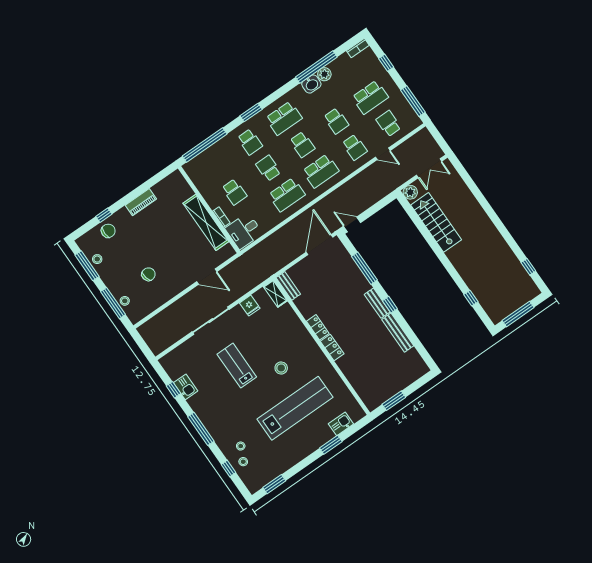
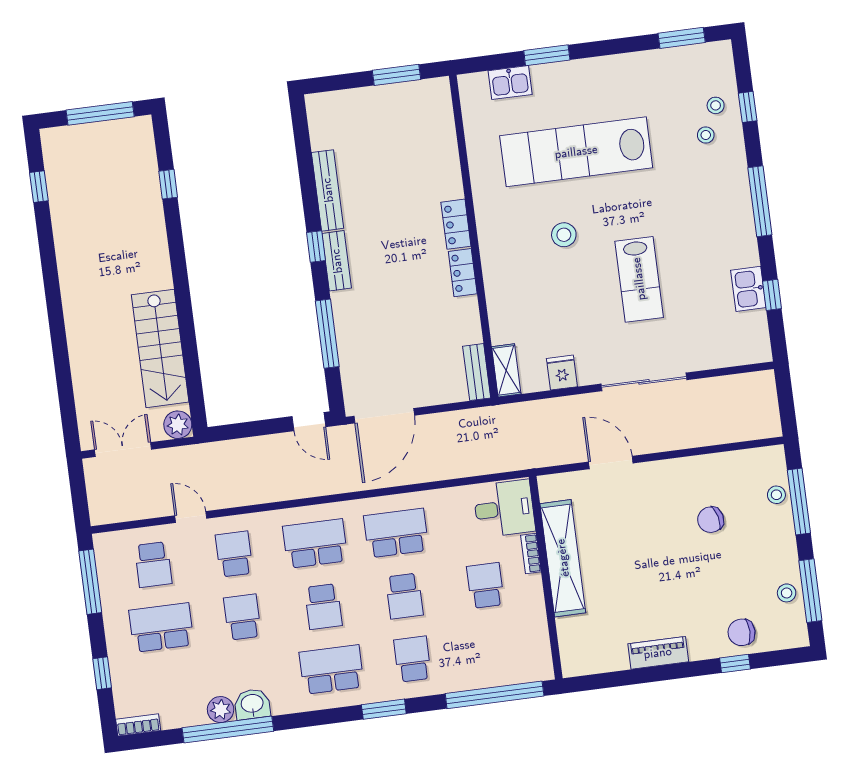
school desk: (302, 145) -> (323, 607), turned 180

